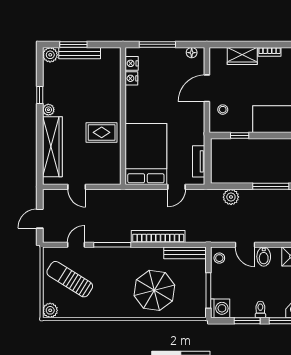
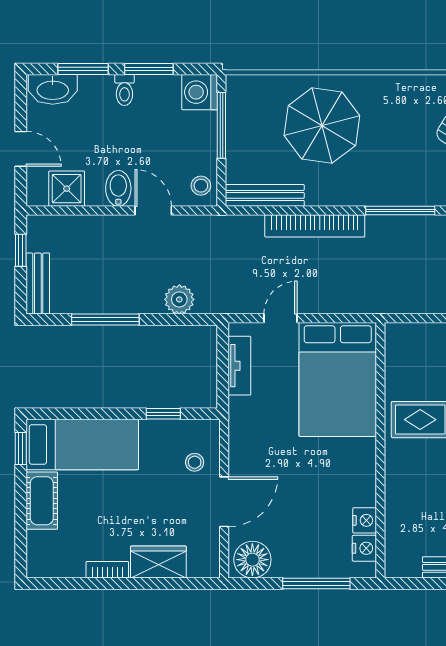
floor lamp: (192, 53) -> (252, 560), width x1.89, depth x1.89

